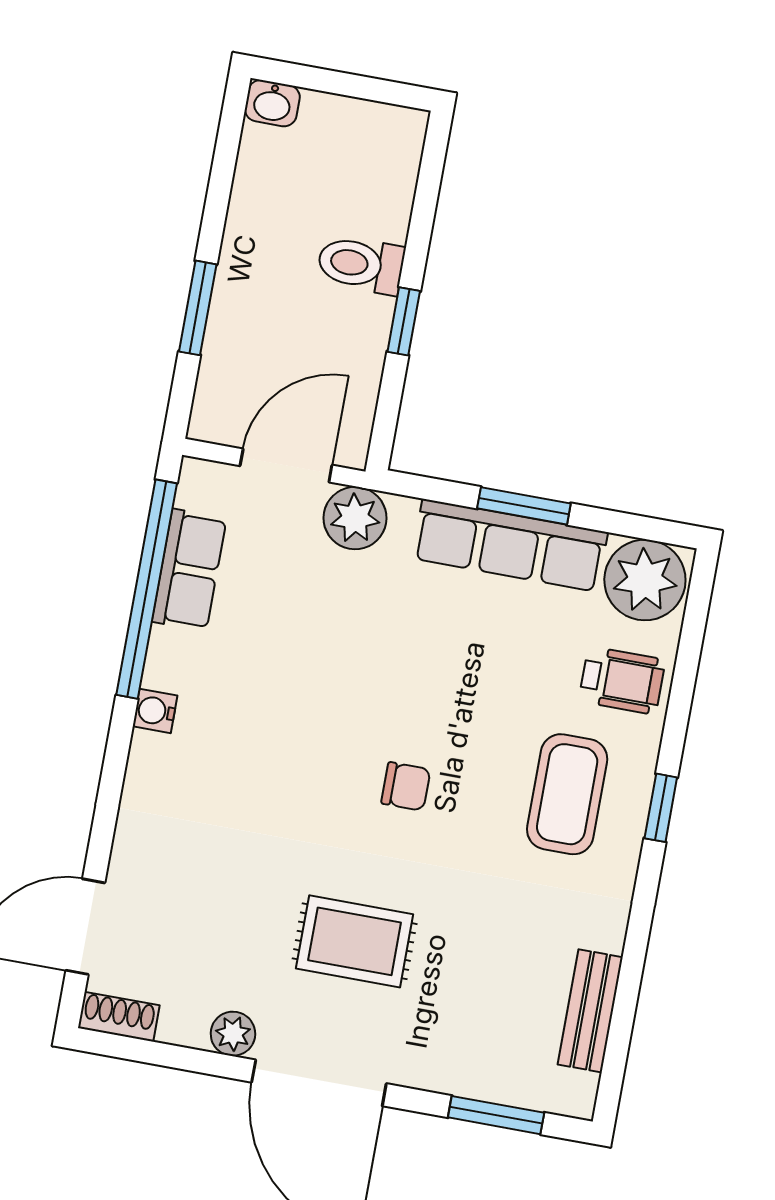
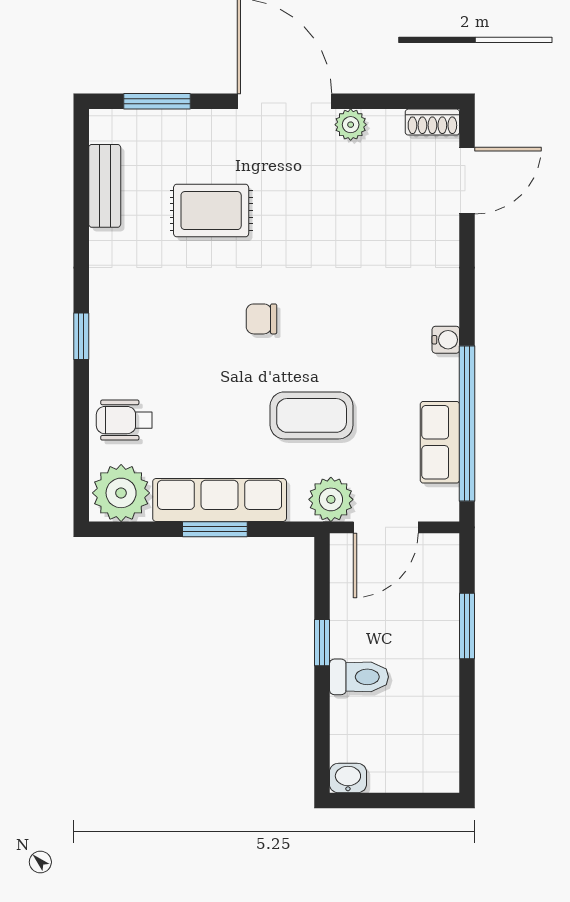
washbasin: (272, 103) -> (348, 778), moved
coffee table: (567, 794) -> (312, 415), moved, turned 90
rug: (355, 941) -> (211, 211), moved

